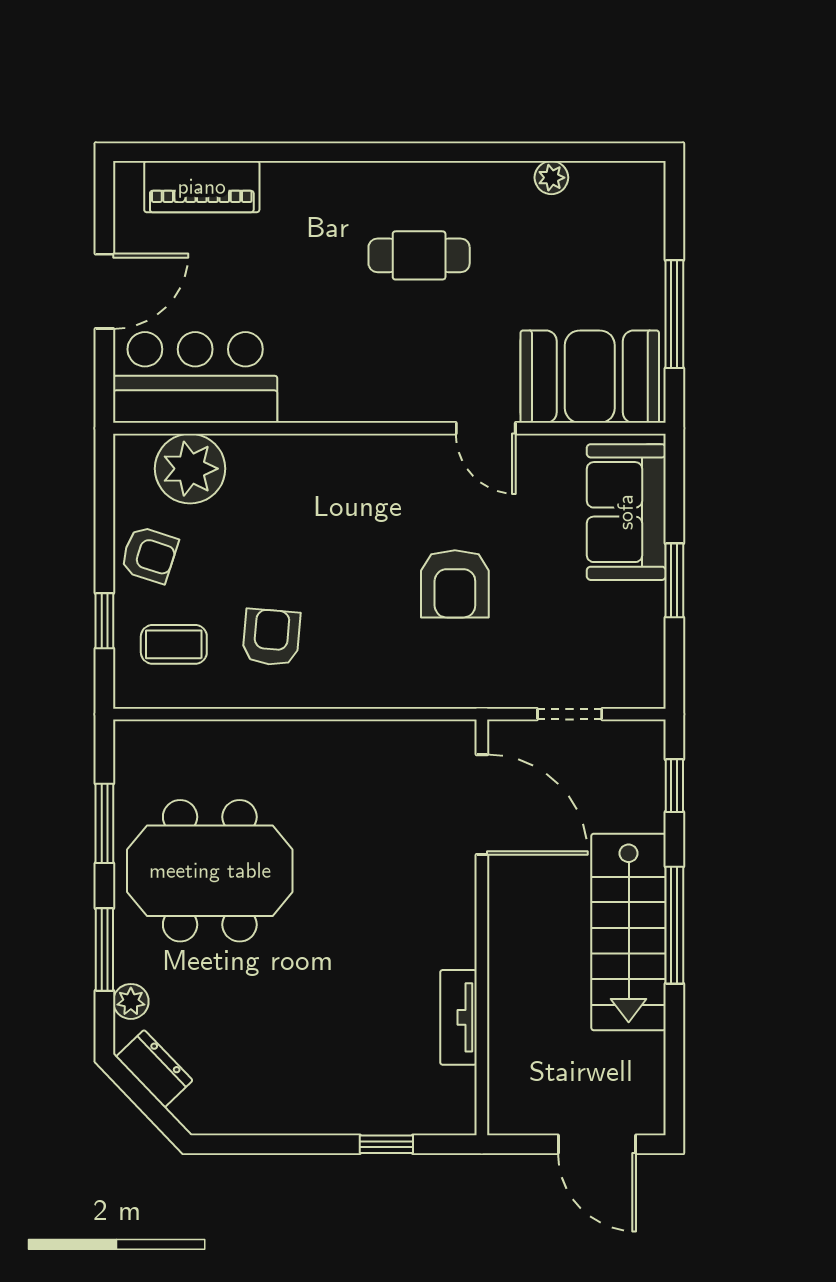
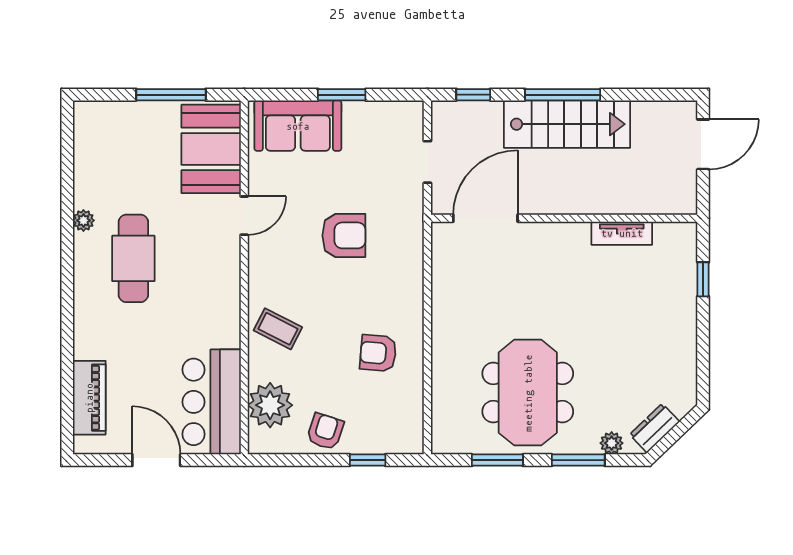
plant: (551, 178) -> (83, 220), moved
cafe table: (419, 255) -> (133, 258), width x1.37, depth x1.35
coffee table: (174, 644) -> (278, 329), moved, turned -63

